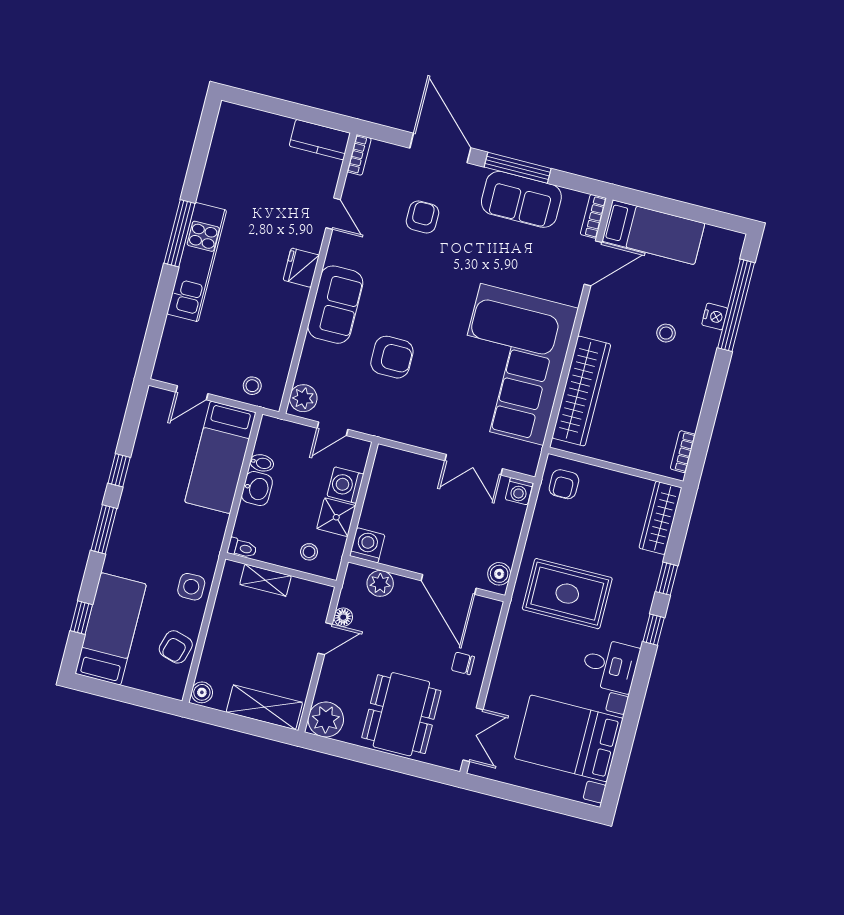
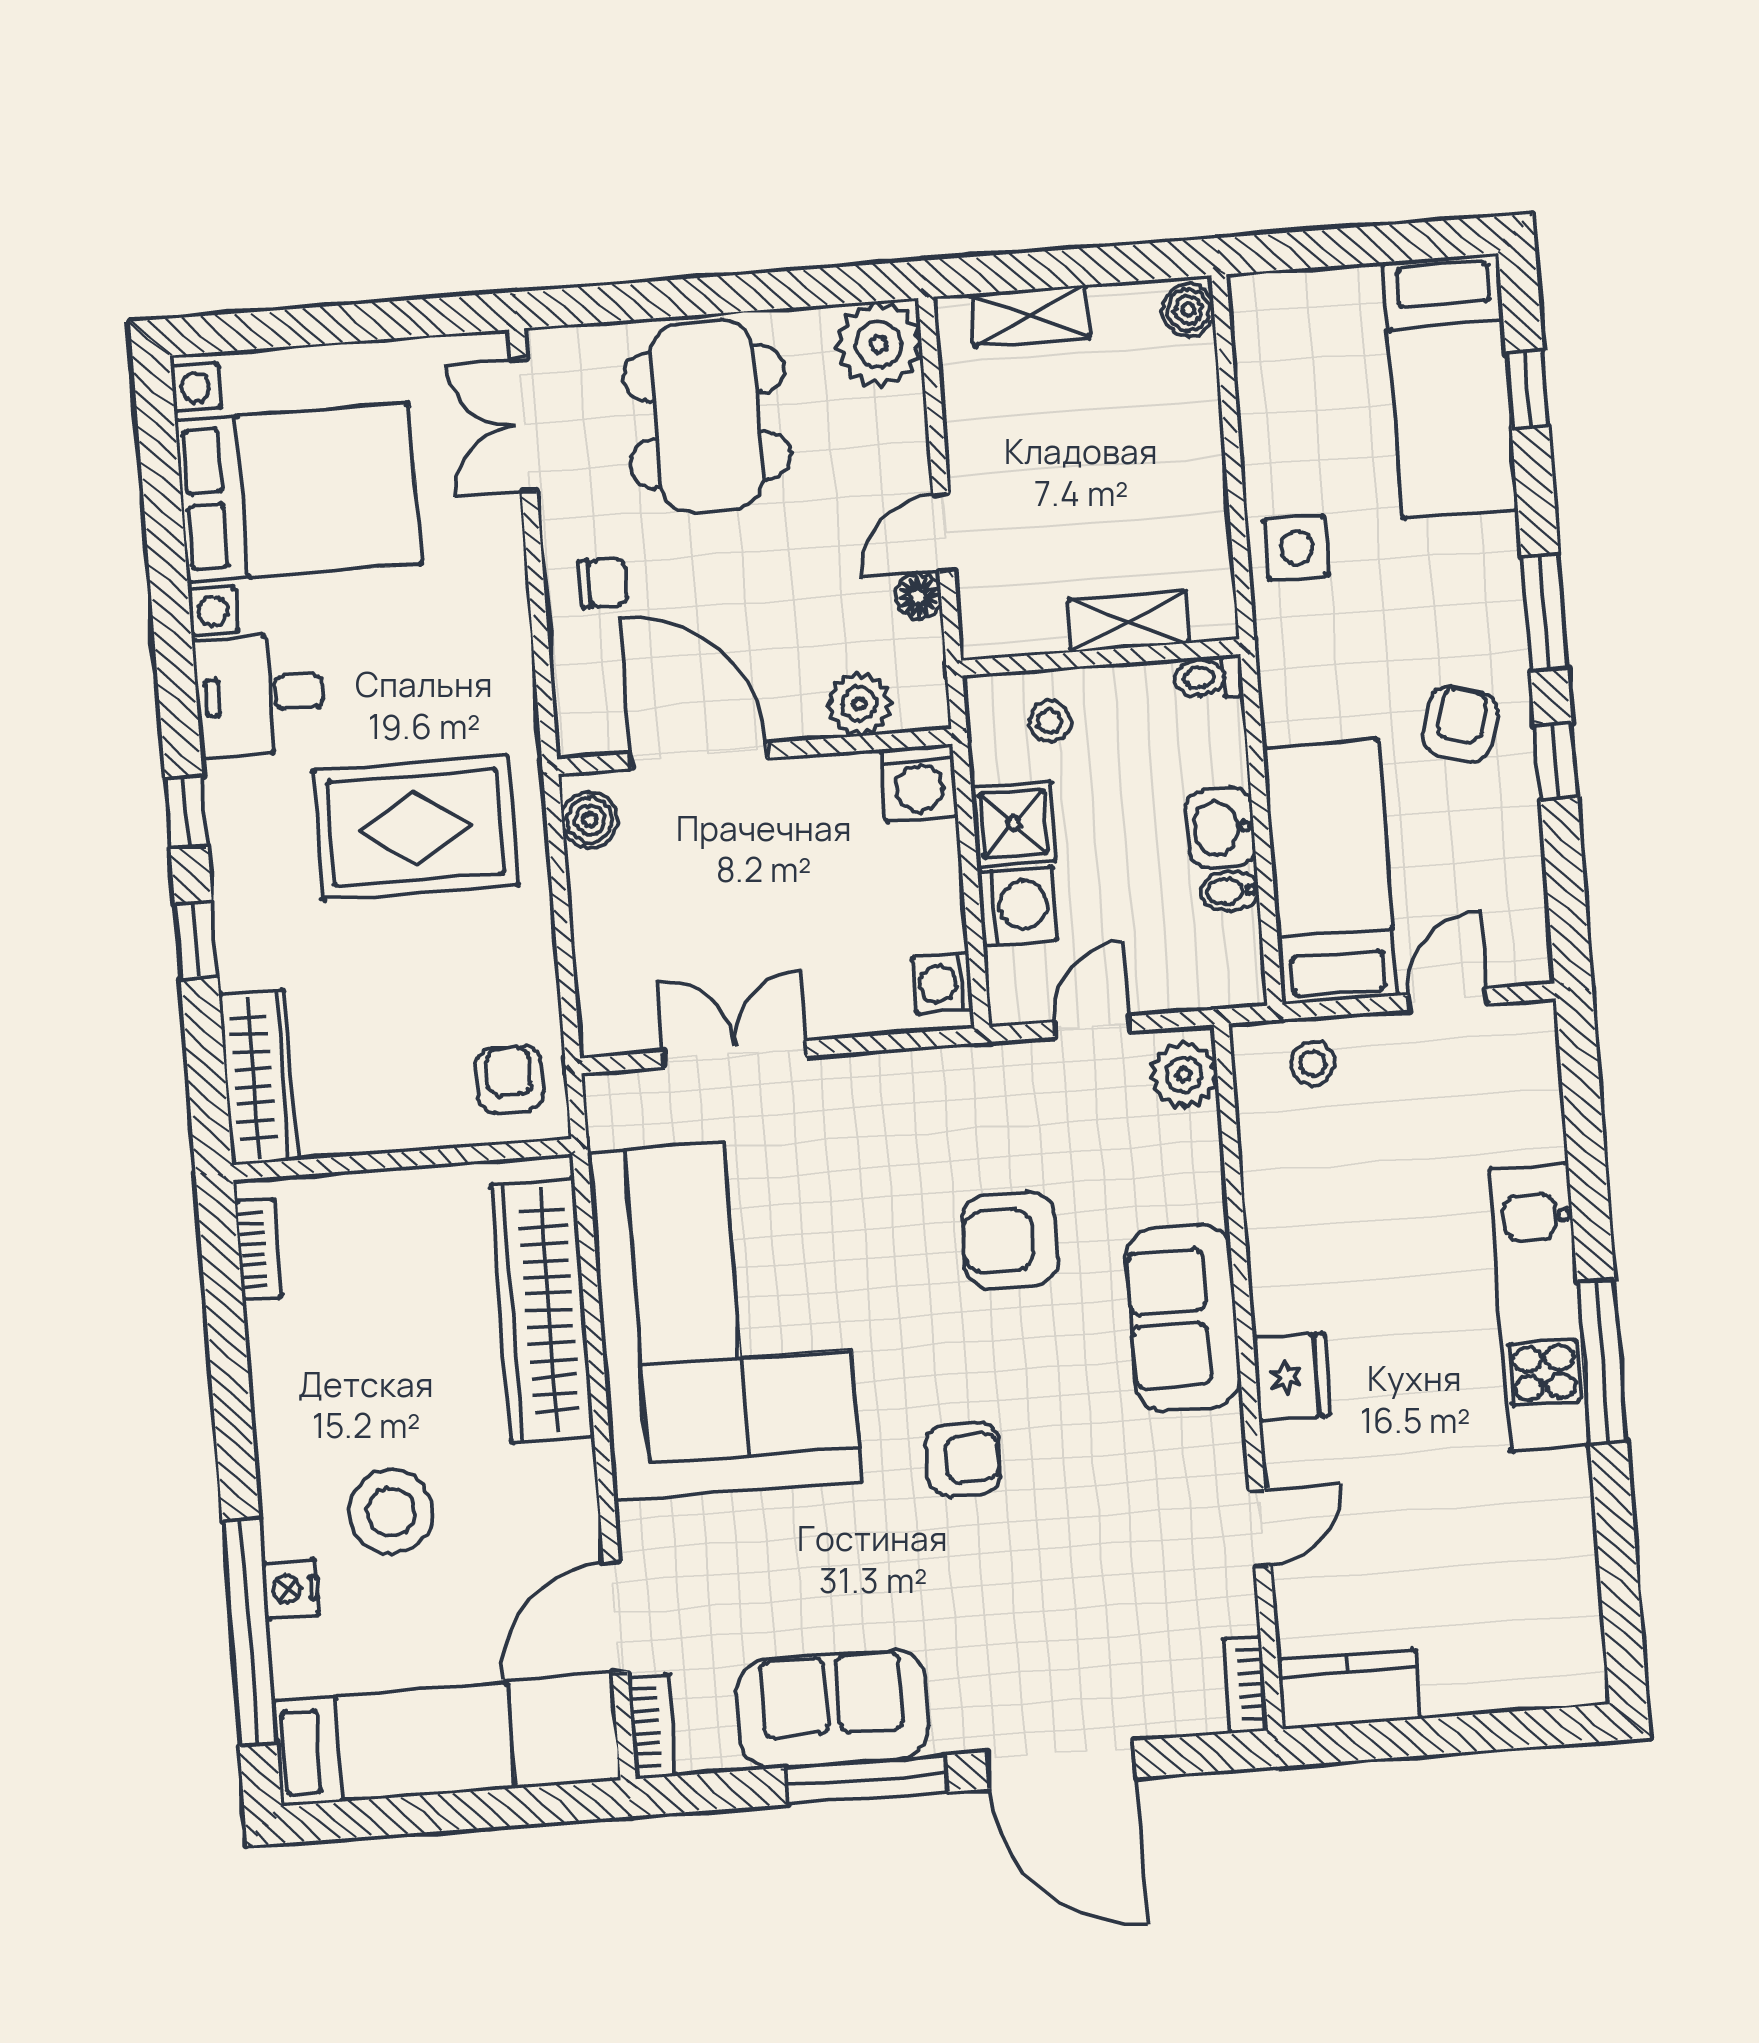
door: (333, 214) -> (1260, 1528), swing flipped
armchair: (422, 217) -> (963, 1459), moved, turned -92
bed: (653, 232) -> (394, 1745), moved, turned 180
stool: (666, 333) -> (391, 1512), width x1.89, depth x1.89
washing machine: (519, 491) -> (943, 983), moved, turned -90
armchair: (176, 647) -> (1460, 724), moved
shelving: (264, 707) -> (1030, 316), width x0.67, depth x0.75

